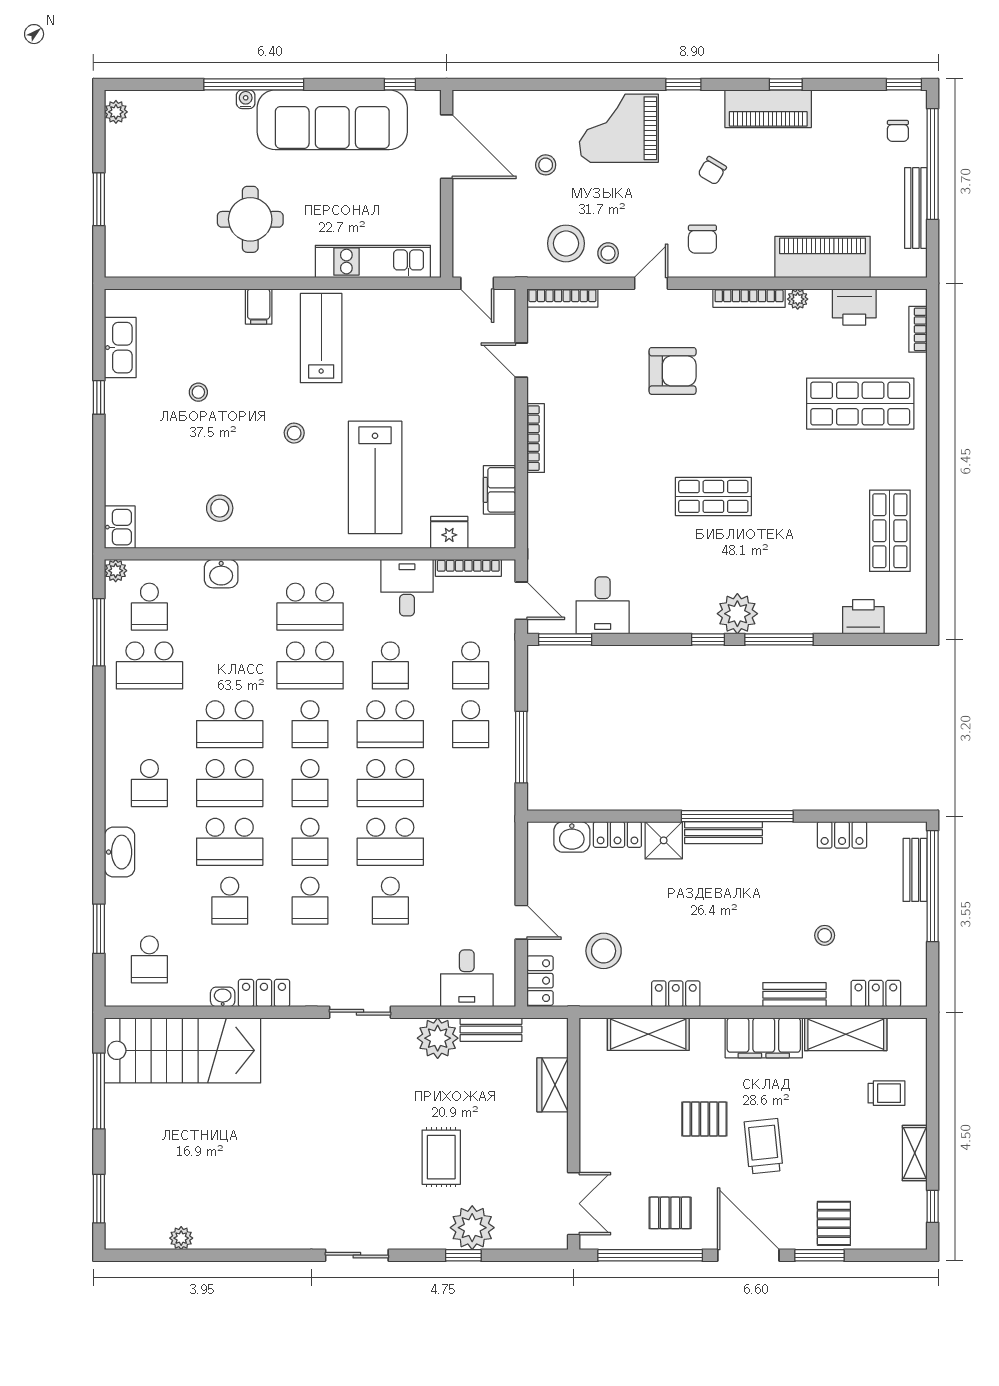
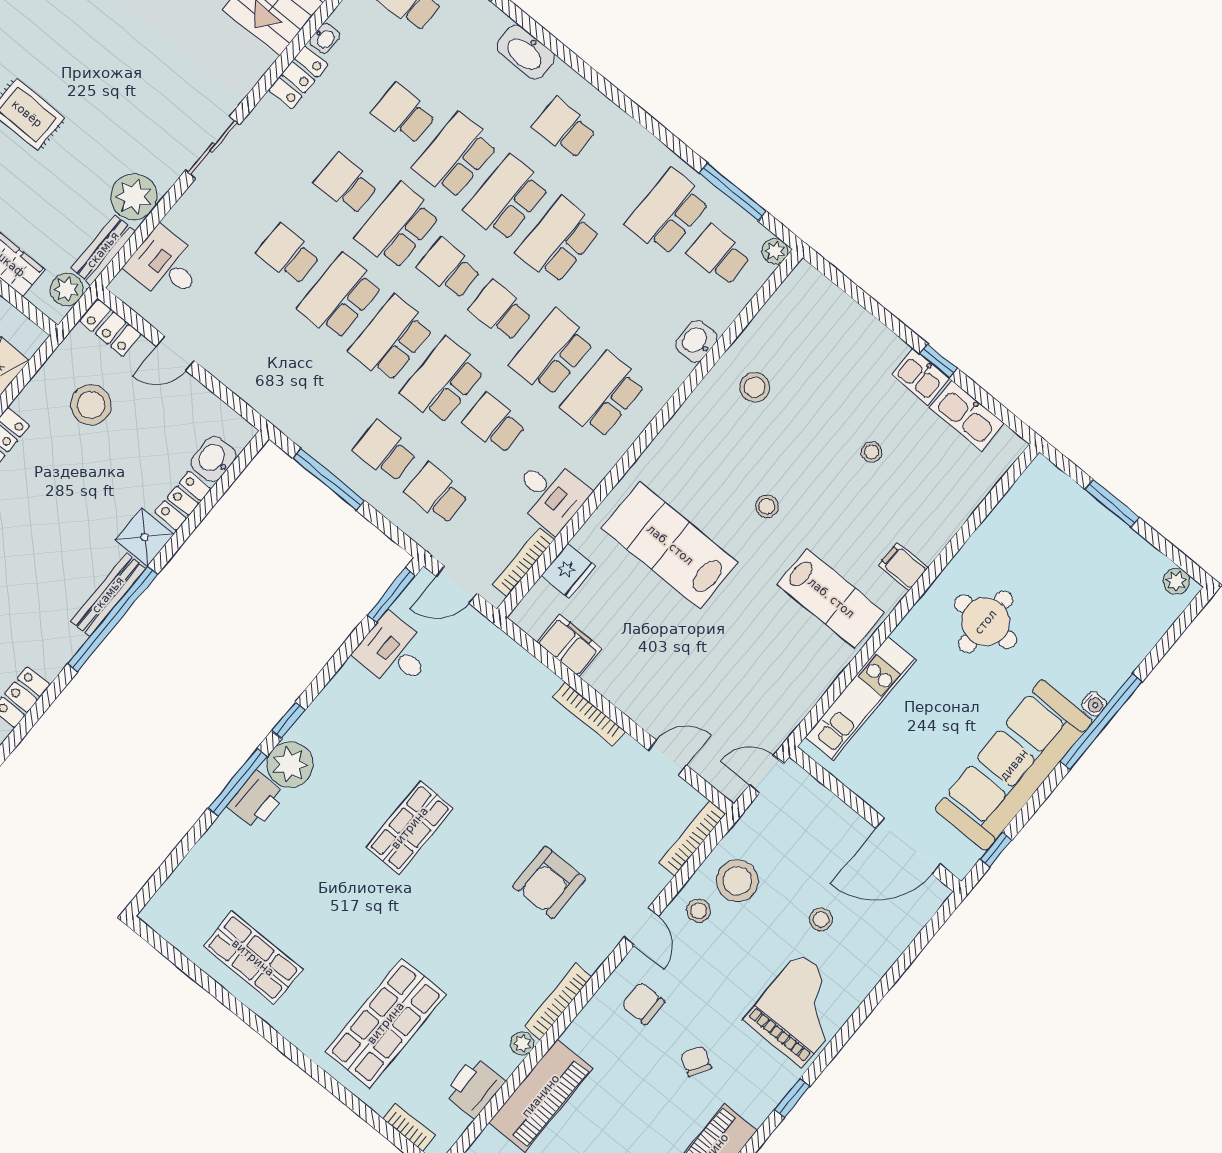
kitchen sink: (120, 527) -> (920, 377), moved
printer: (863, 617) -> (256, 800), moved
school desk: (310, 842) -> (398, 226), width x1.85
plant: (539, 1032) -> (67, 289), added

